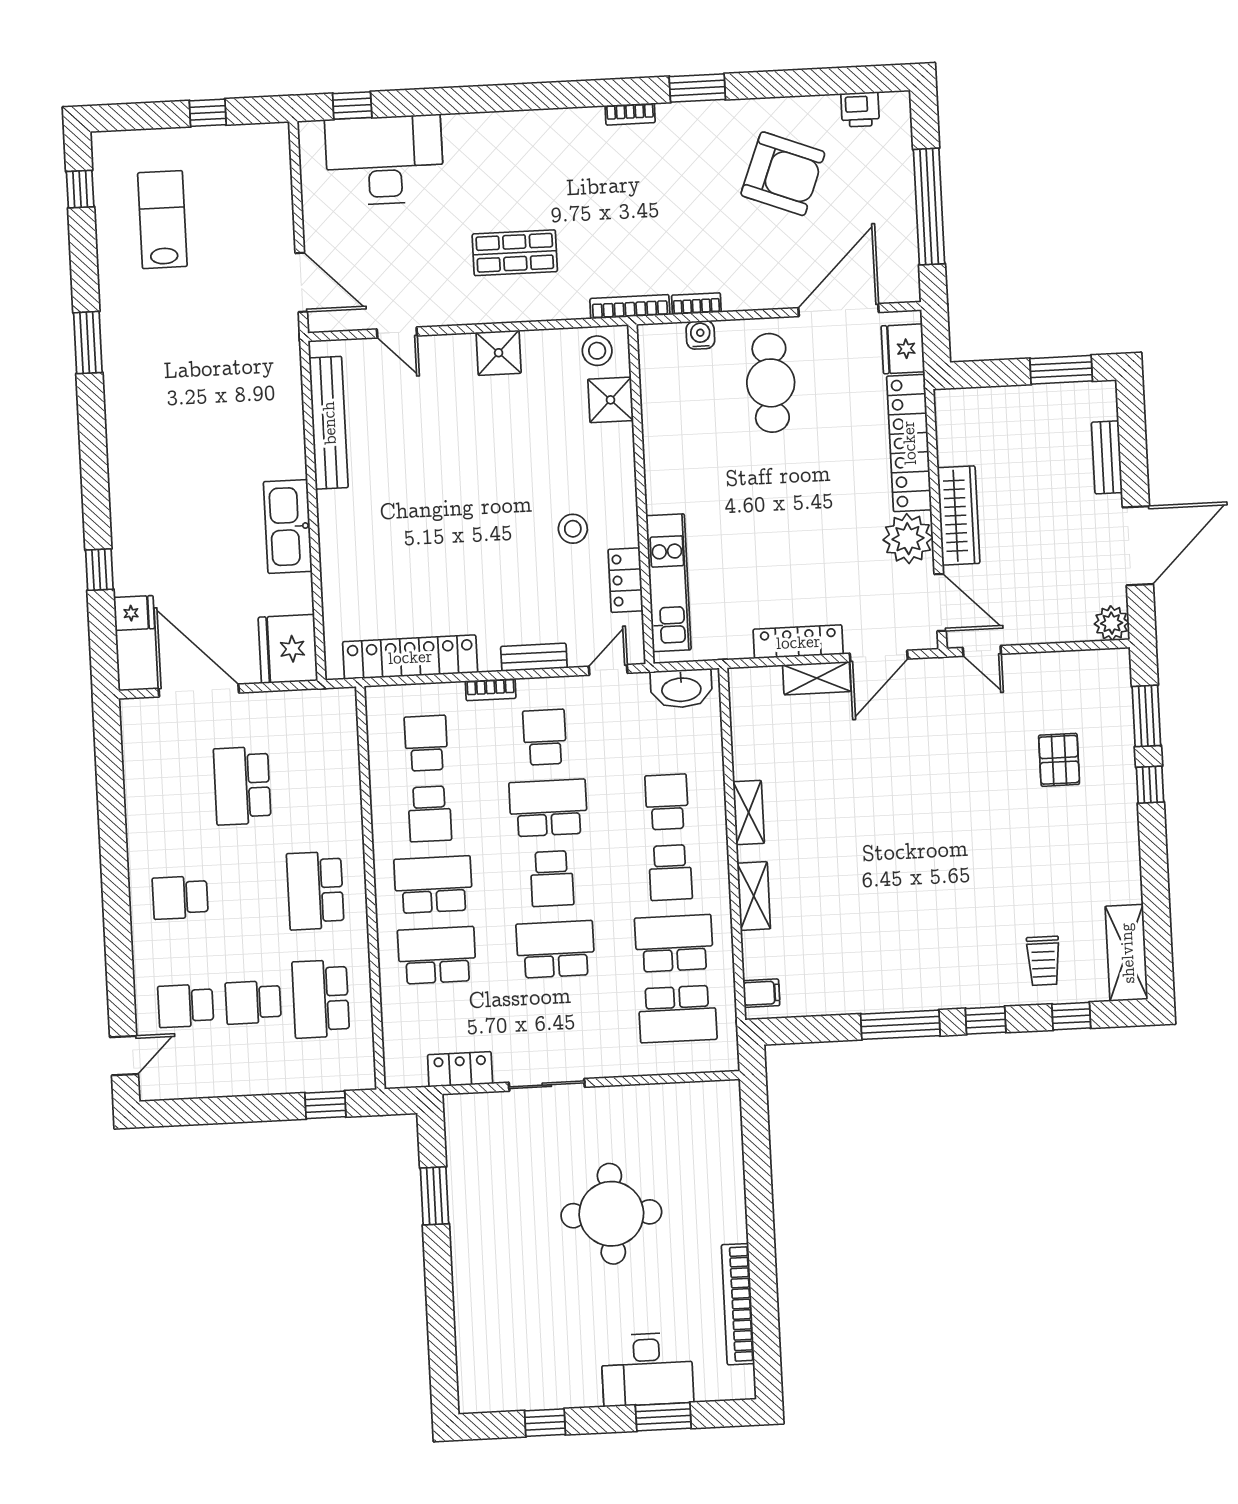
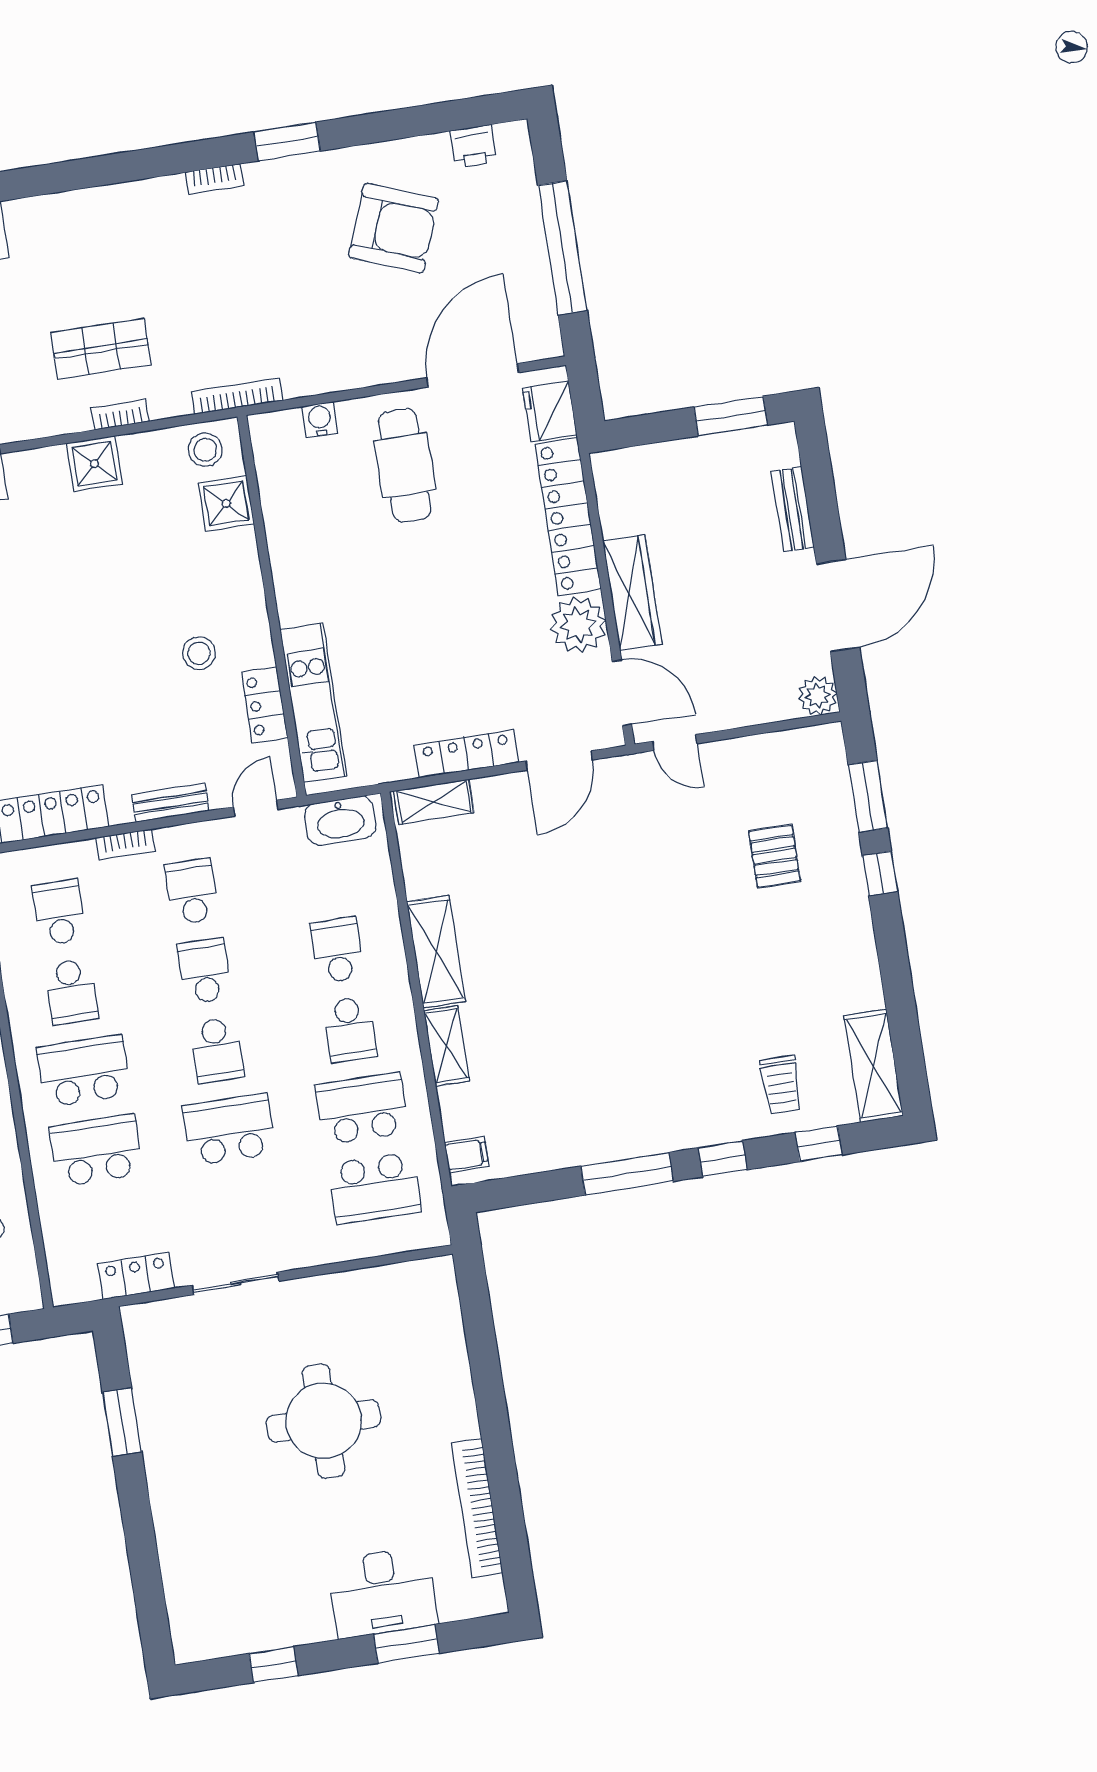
bookcase: (696, 304) -> (120, 415), moved
shelving: (817, 678) -> (434, 802), moved
school desk: (548, 808) -> (204, 971), width x0.54
shelving: (749, 813) -> (436, 952), width x1.50, depth x1.33

